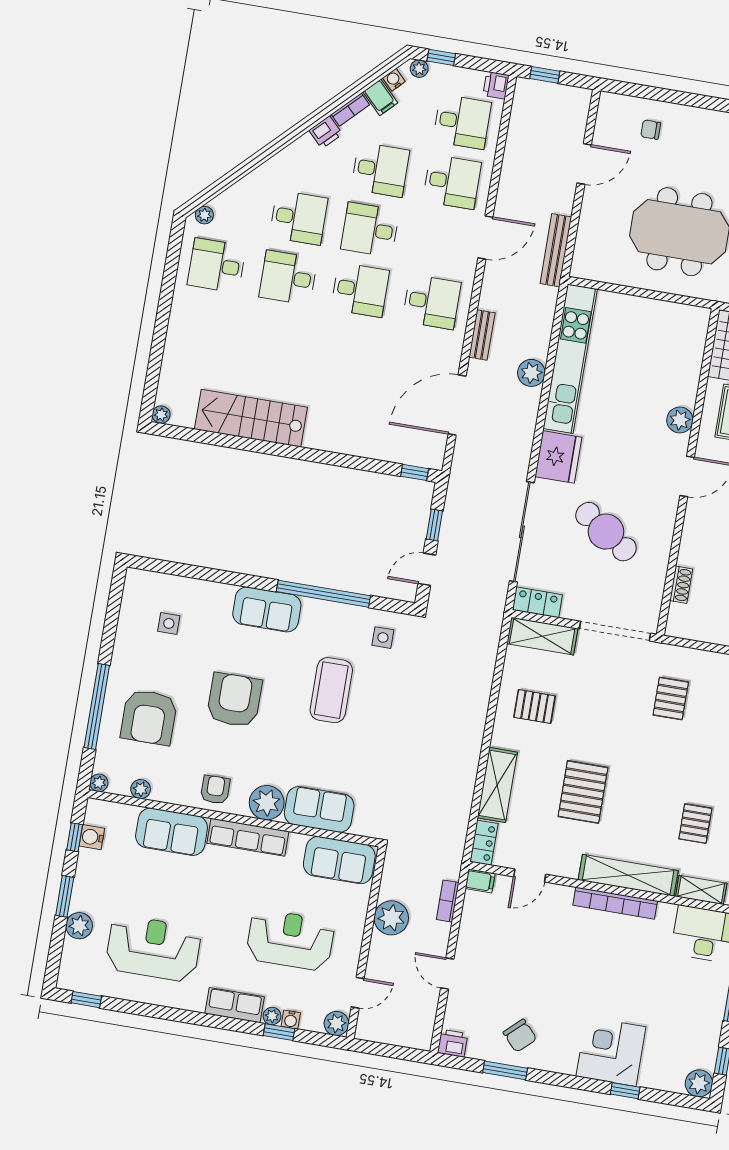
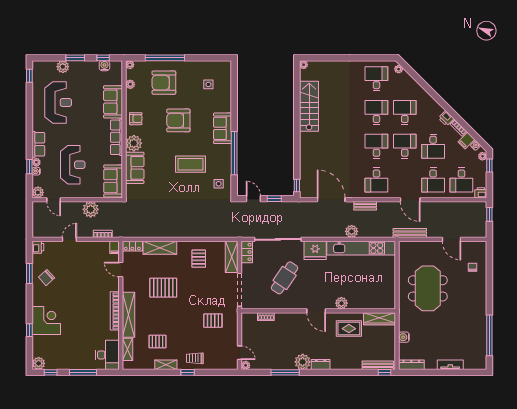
desk: (298, 218) -> (405, 112), turned 180
desk: (360, 290) -> (376, 146), turned 180
armchair: (234, 700) -> (178, 120), turned 180

